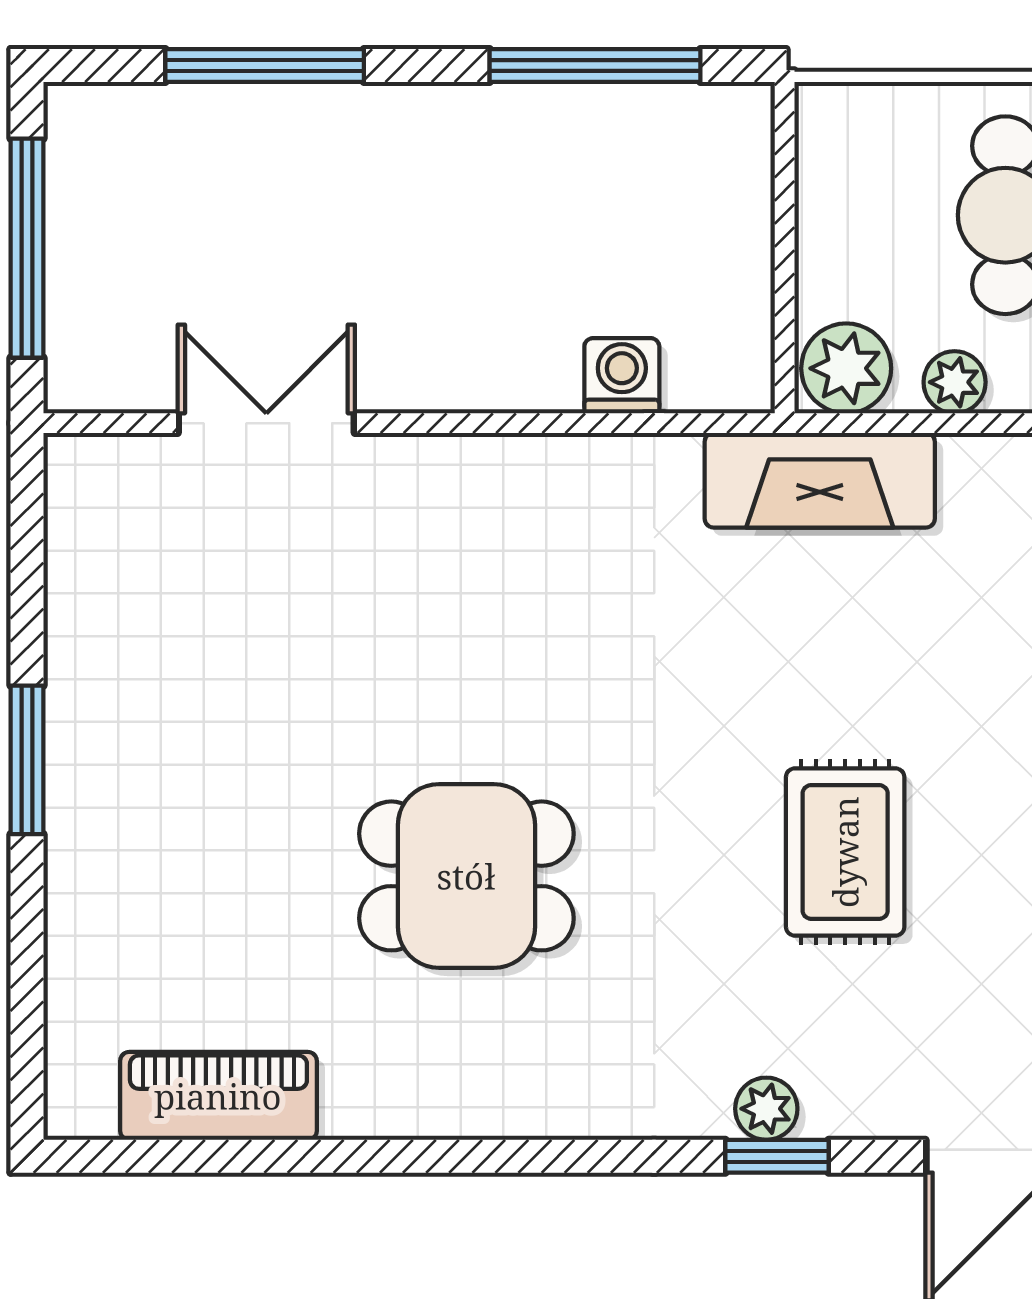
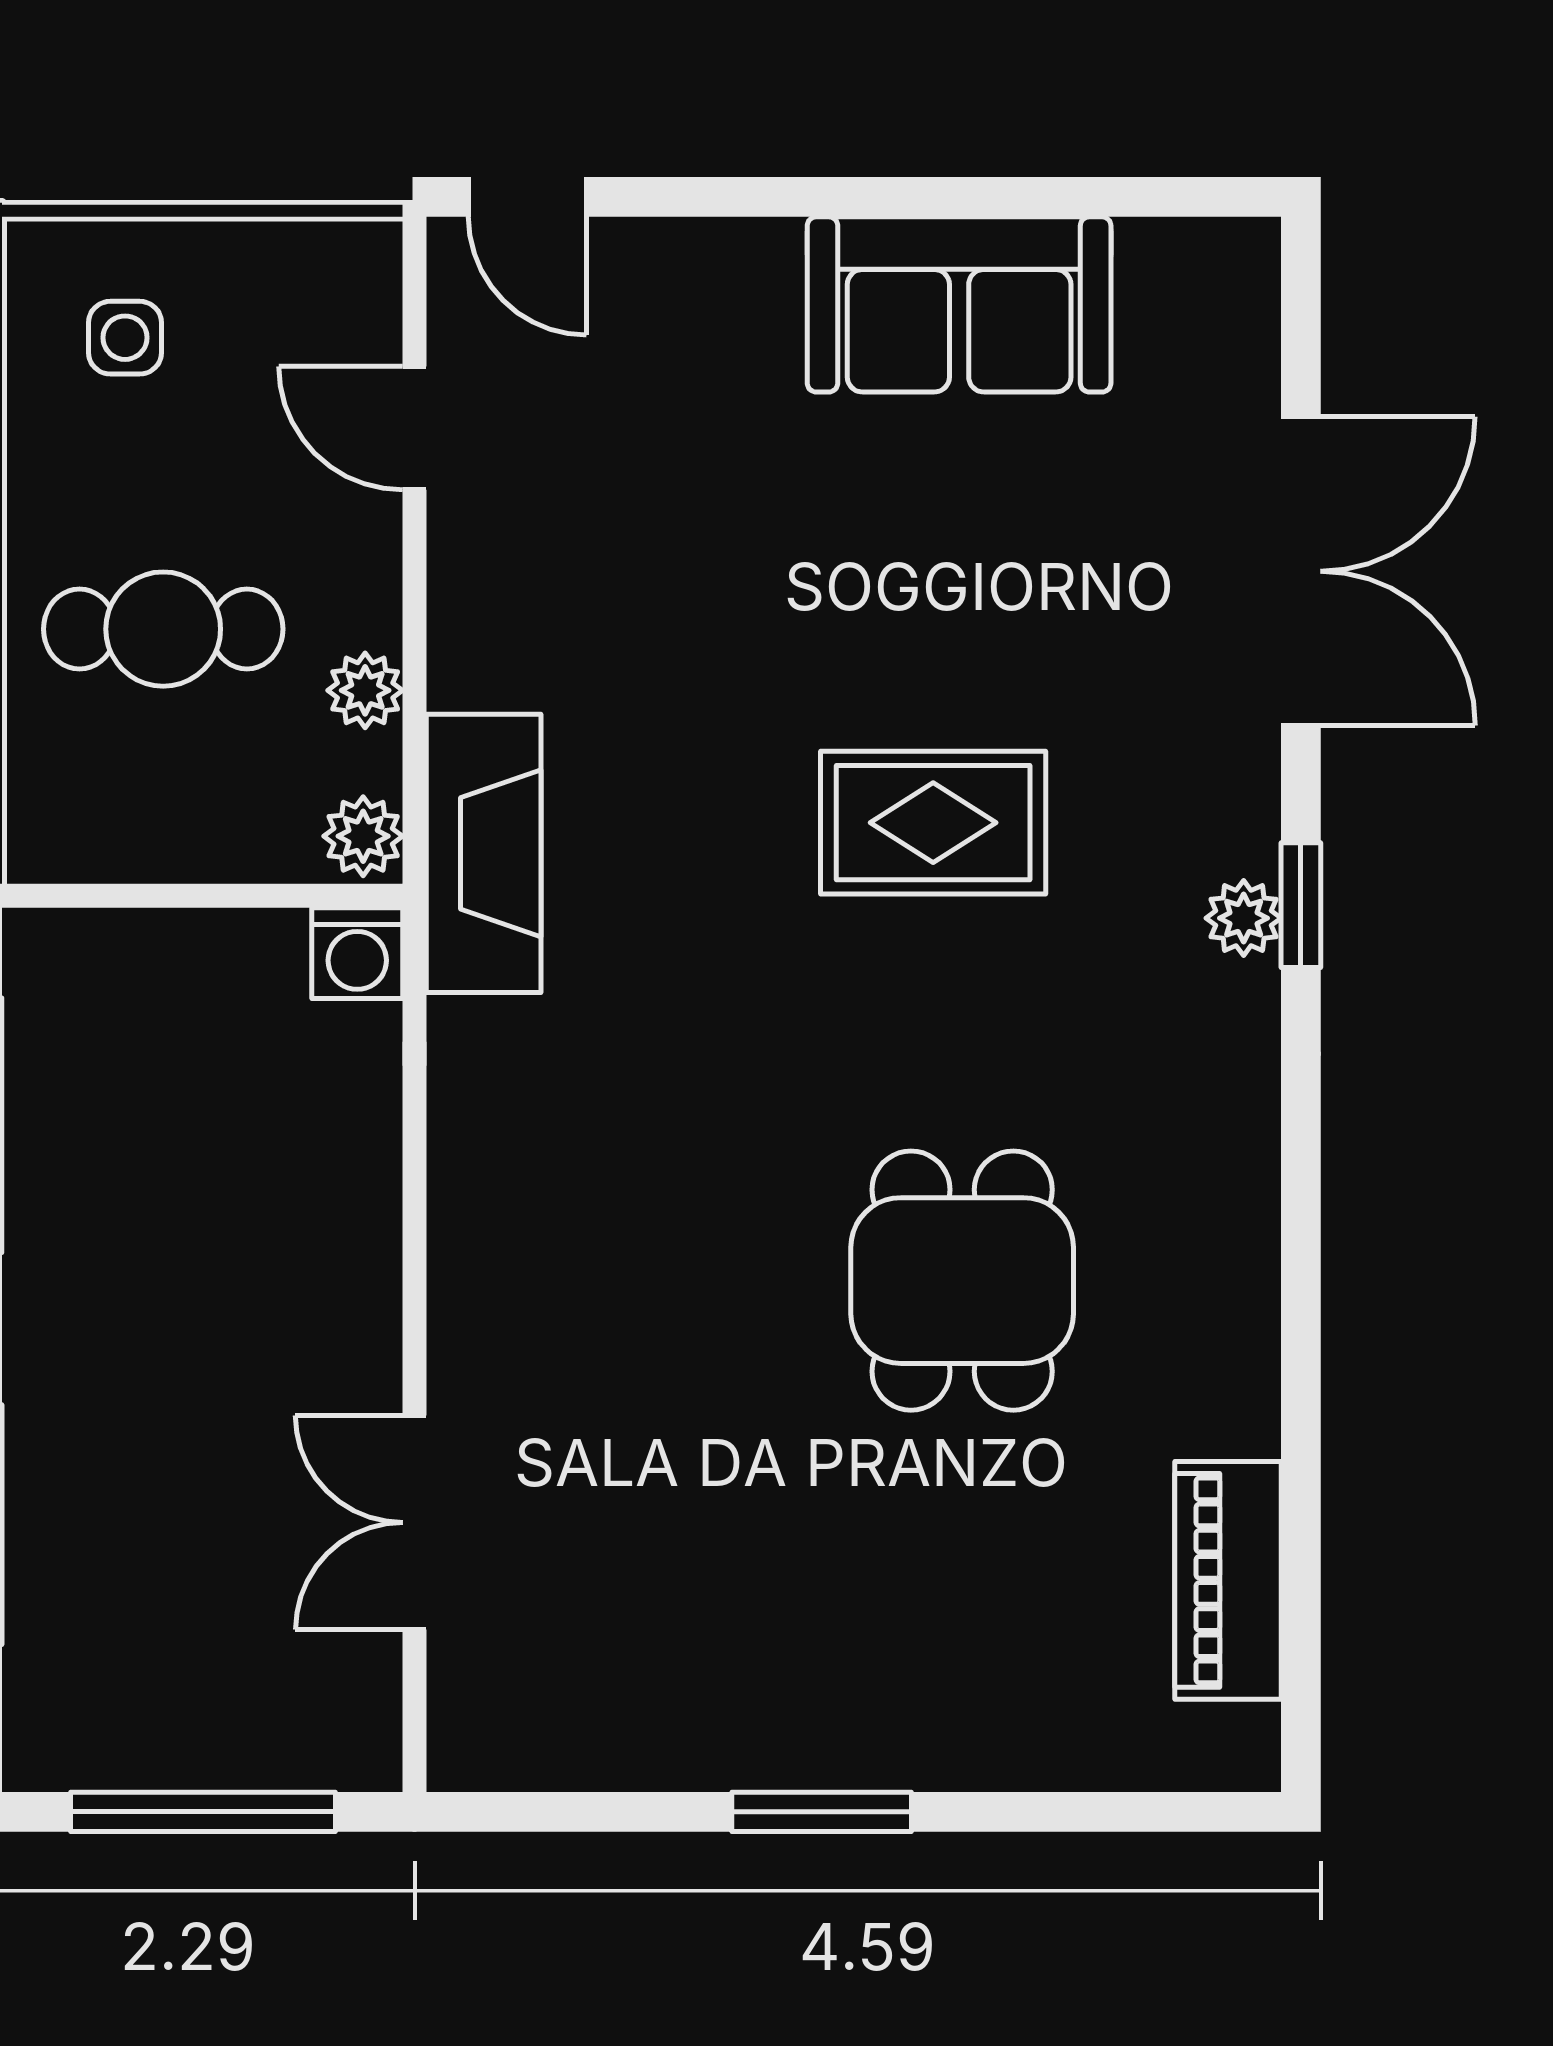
plant: (846, 368) -> (363, 836), width x0.73, depth x0.73
washing machine: (622, 376) -> (357, 953), moved, turned -90

